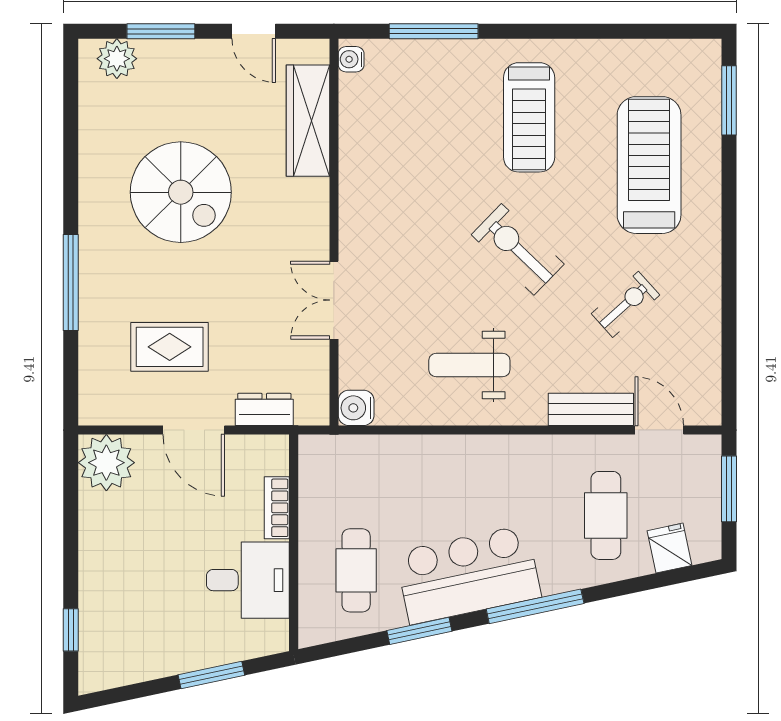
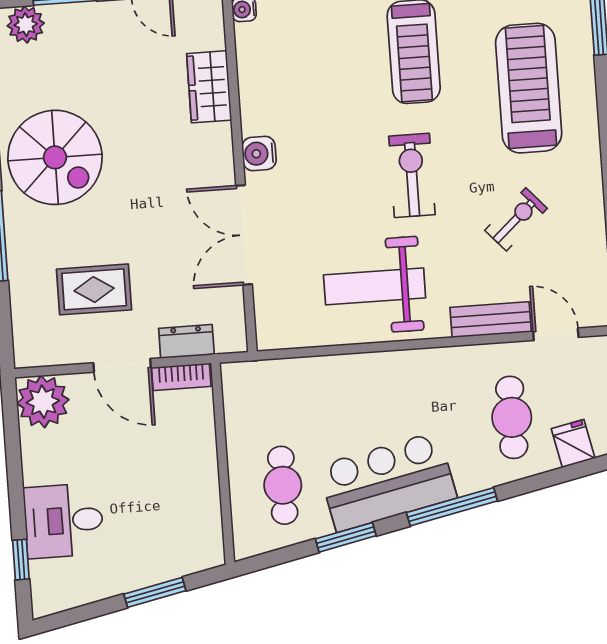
wardrobe: (308, 121) -> (209, 87), width x0.67
spiral stairs: (181, 192) -> (55, 157), moved
exercise bike: (518, 249) -> (412, 175), turned 46
double door: (334, 300) -> (244, 235), width x1.37
weight bench: (469, 365) -> (375, 286), width x1.36, depth x1.33
water cooler: (356, 408) -> (259, 154), moved
bookcase: (277, 508) -> (181, 377), moved, turned -90
desk: (248, 580) -> (64, 521), moved, turned 180

